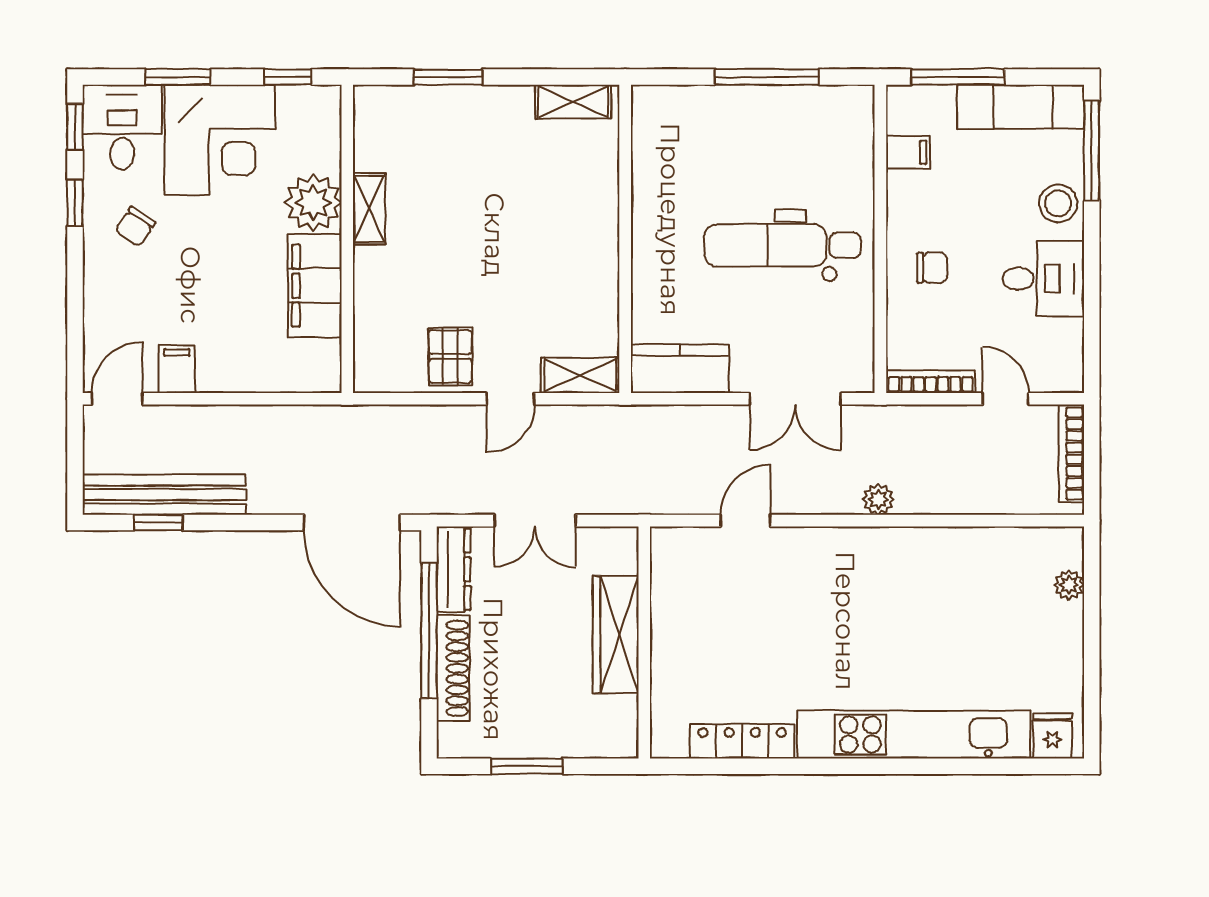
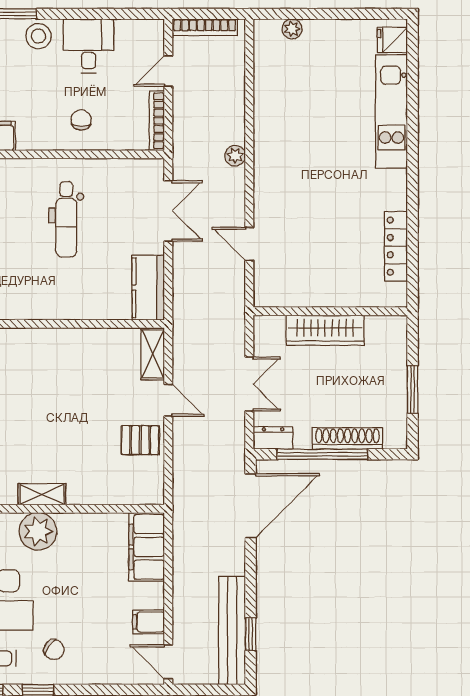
dental chair: (783, 245) -> (66, 219), width x0.73, depth x0.72
filing cabinet: (315, 286) -> (147, 547), moved, turned 90
dresser: (454, 569) -> (273, 438), width x0.70
kitchen unit: (914, 735) -> (392, 111), width x0.73

